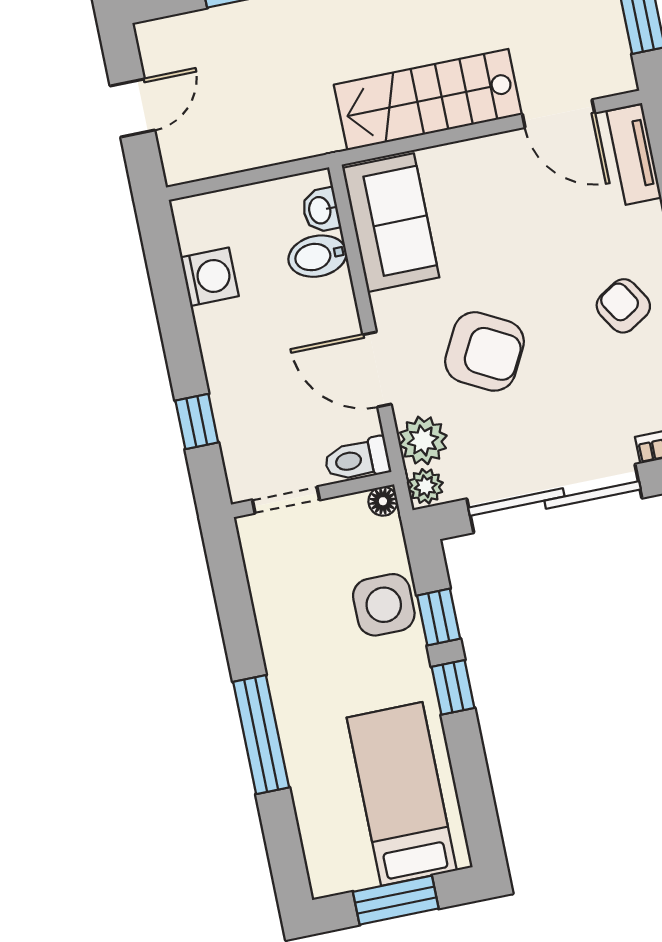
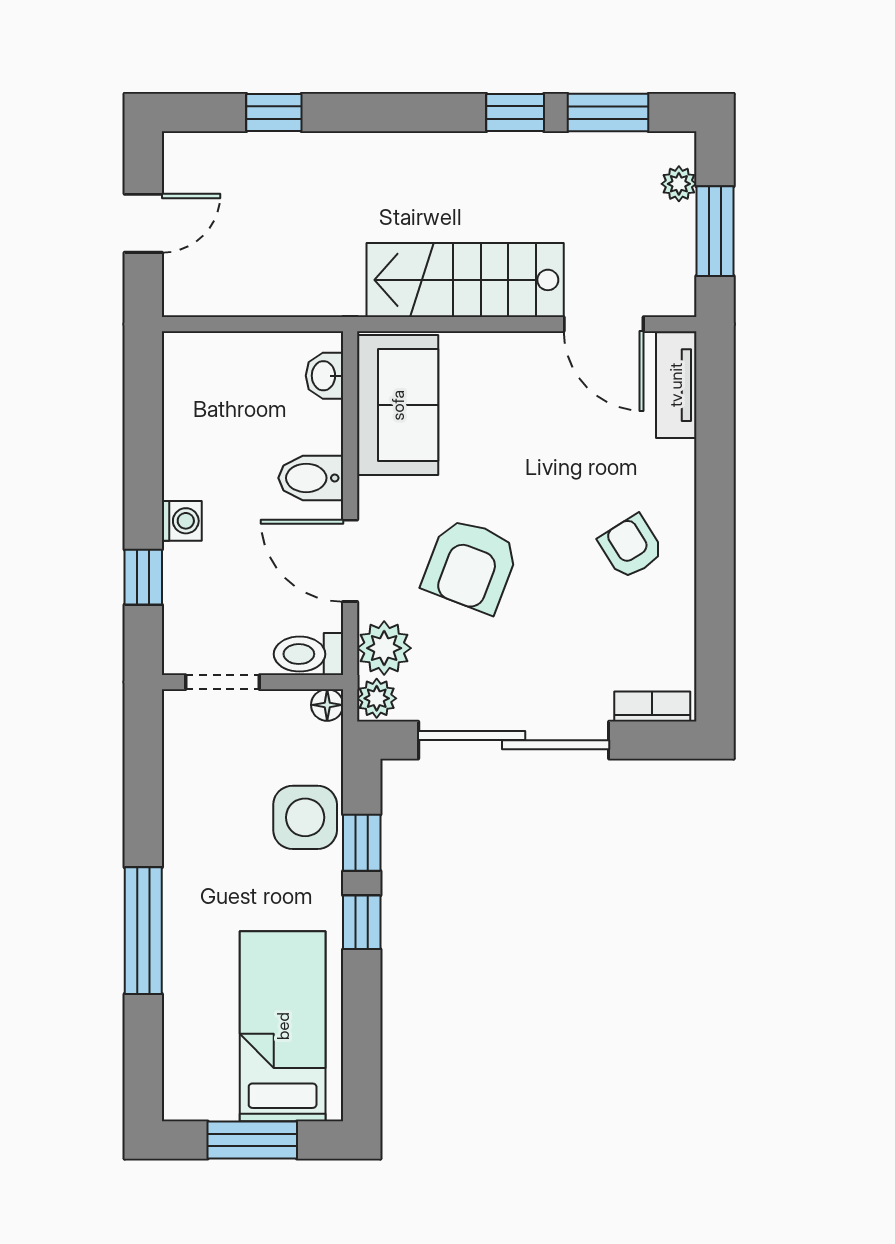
bidet: (317, 256) -> (311, 478), moved
washing machine: (210, 277) -> (182, 521), moved, width x0.73, depth x0.73
armchair: (485, 351) -> (471, 565), turned 83

